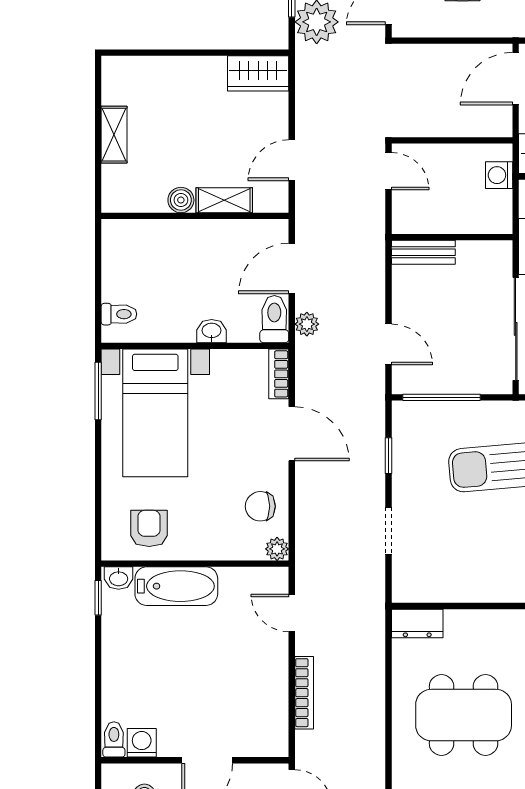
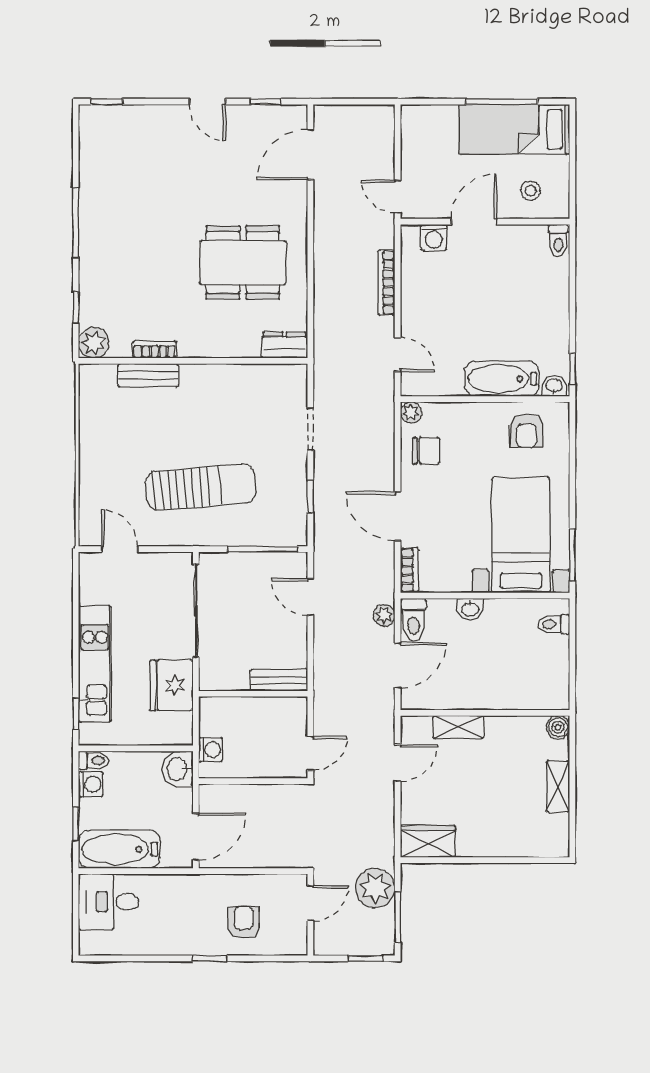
door: (389, 171) -> (310, 753), swing flipped
boiler: (181, 200) -> (558, 727), moved
washing machine: (142, 743) -> (434, 237), moved

